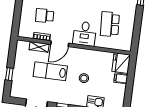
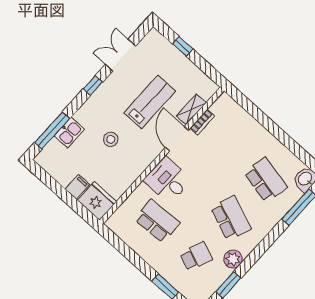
school desk: (45, 16) -> (227, 144), removed

